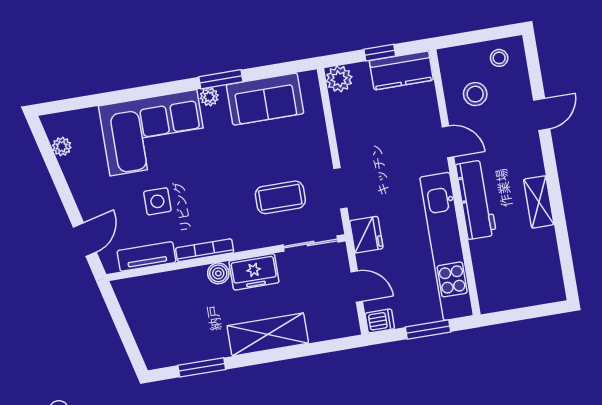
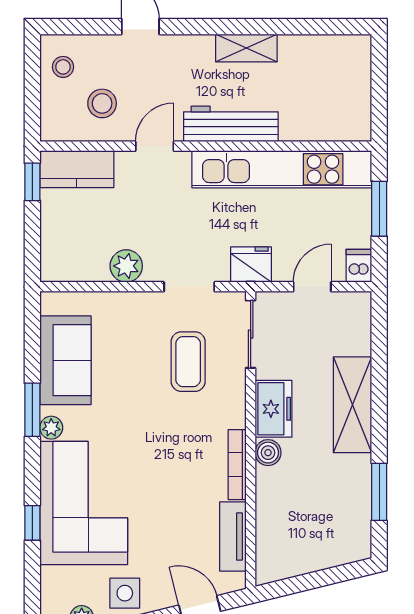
window: (380, 53) -> (32, 182), moved
kitchen counter: (401, 70) -> (77, 169), moved, turned 90
plant: (339, 79) -> (126, 266), moved
window: (131, 94) -> (32, 523), added
side table: (157, 201) -> (125, 593), moved

